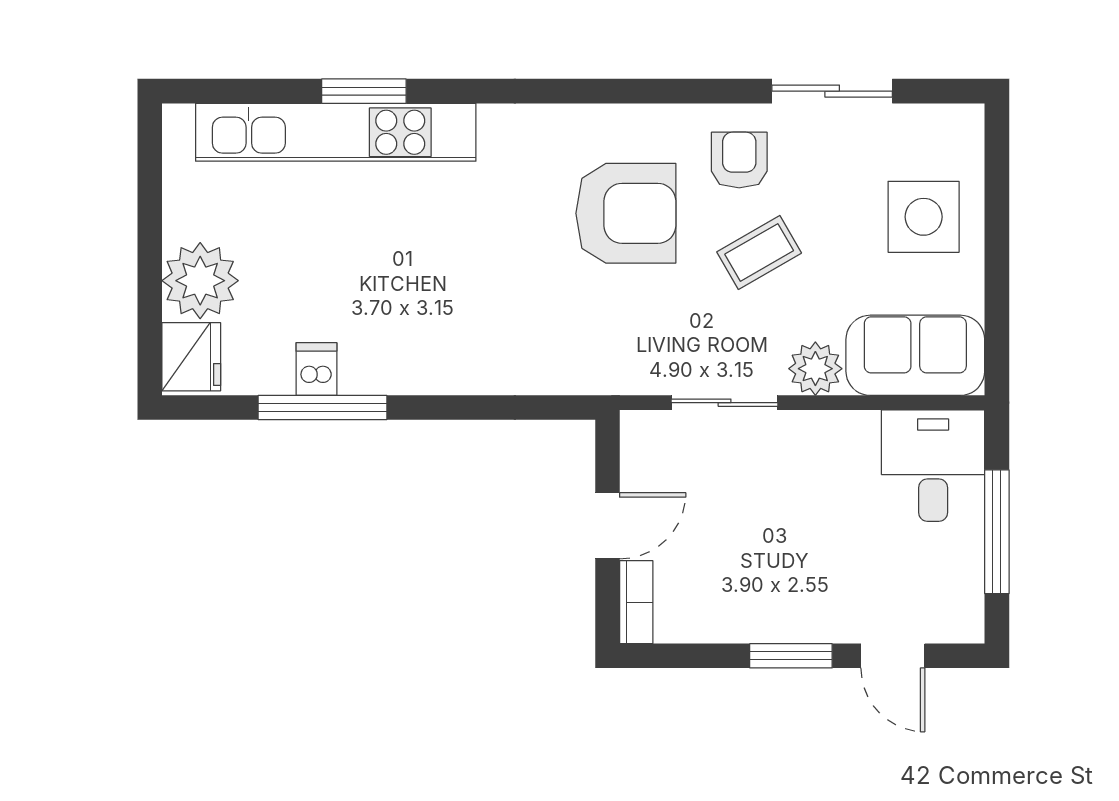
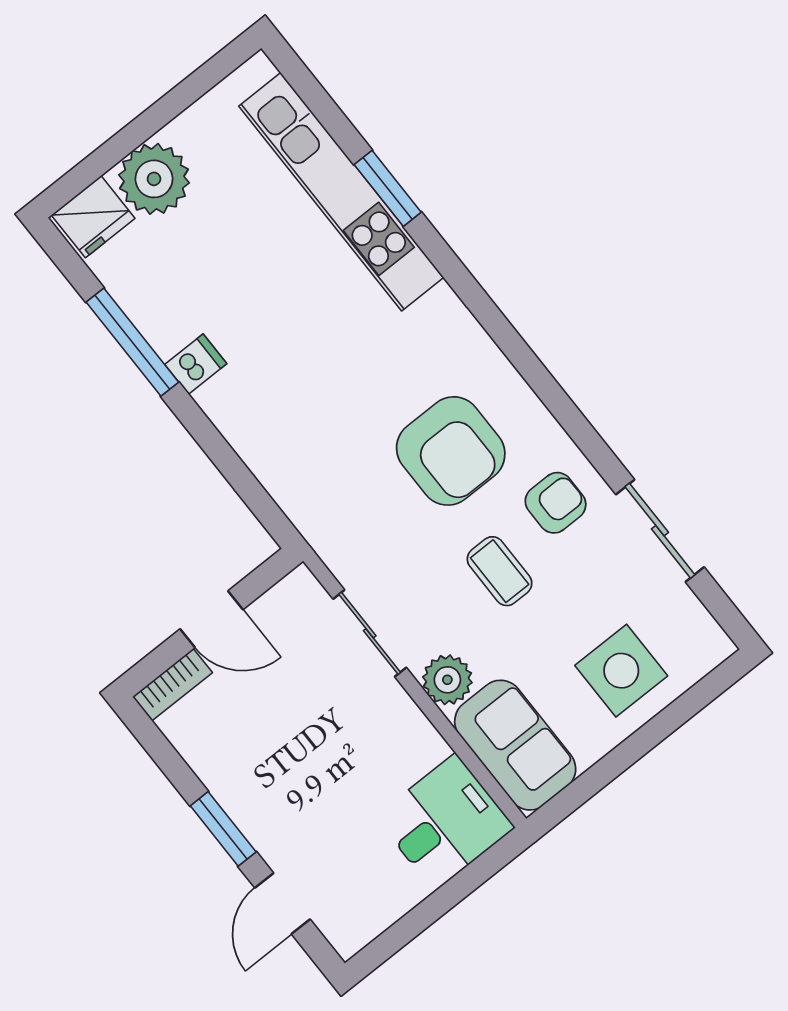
coffee table: (759, 252) -> (500, 571), turned 30
dishwasher: (316, 369) -> (196, 364), moved
window: (997, 532) -> (434, 907), removed

